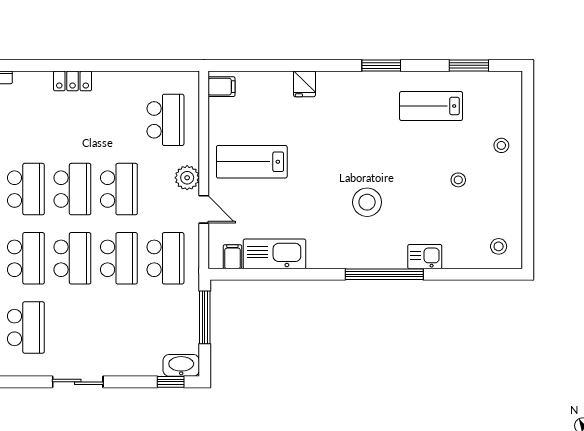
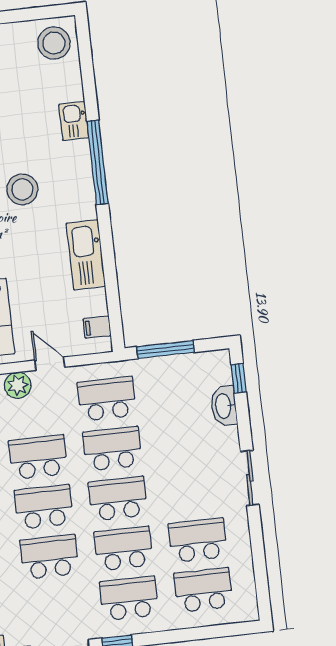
door: (204, 209) -> (50, 364), hinge flipped
stool: (499, 246) -> (54, 43), width x1.89, depth x1.89
kitchen sink: (274, 254) -> (86, 255), moved
washbasin: (181, 365) -> (224, 406), moved

